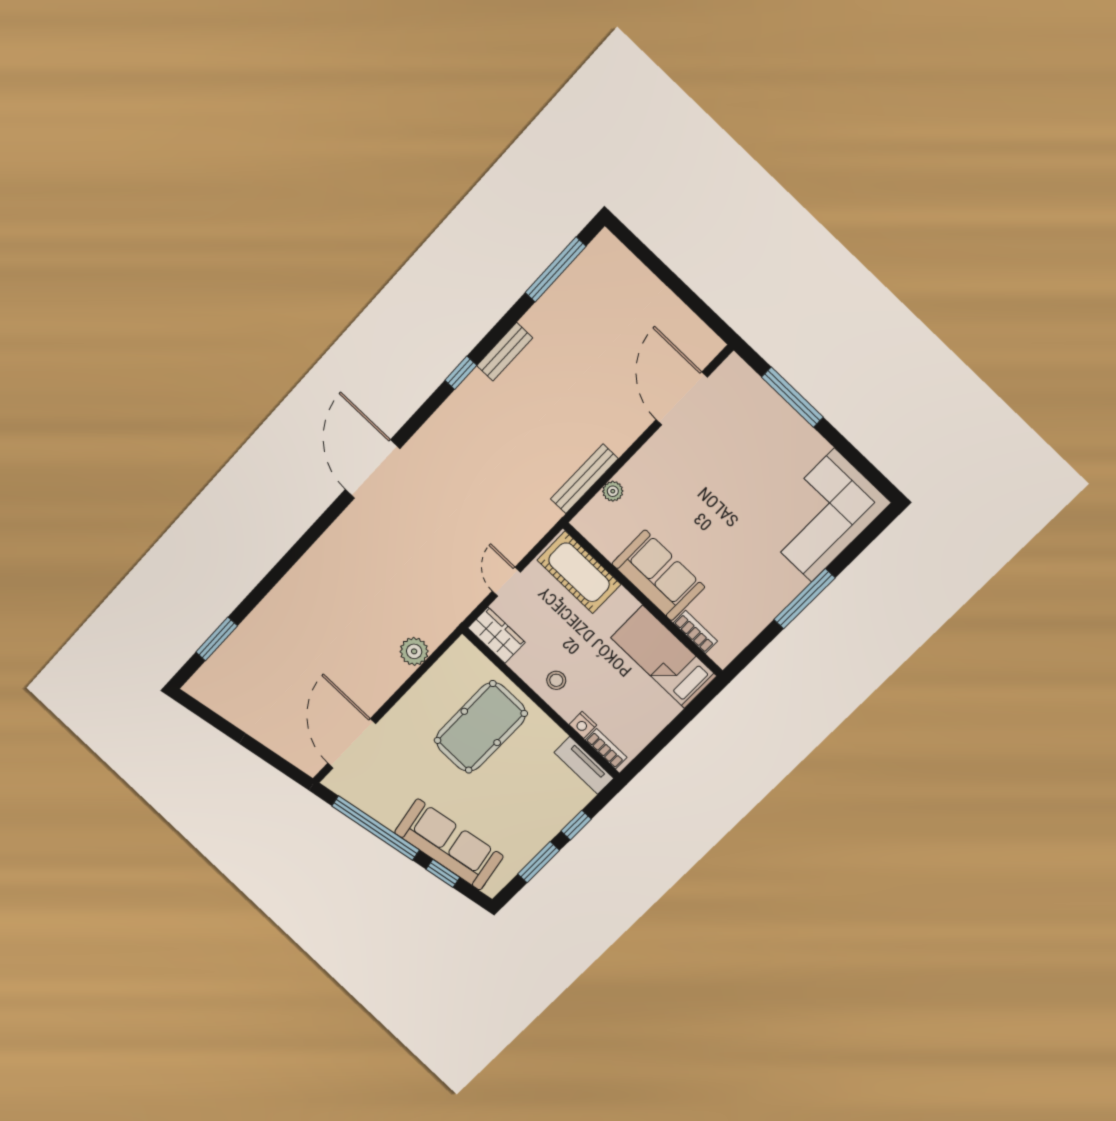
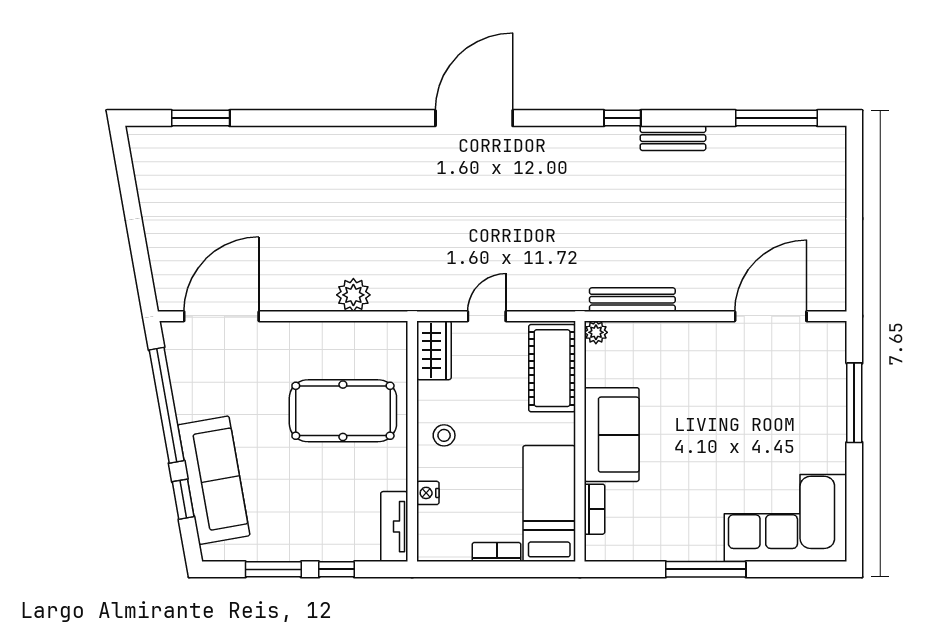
plant: (613, 491) -> (596, 332), moved
bookcase: (606, 749) -> (497, 552), moved, turned -90

